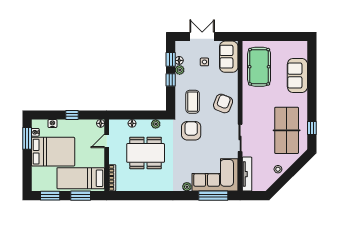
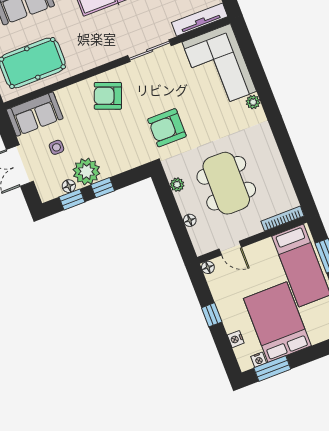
plant: (180, 70) -> (86, 172), width x1.87, depth x1.87
coffee table: (193, 102) -> (123, 142), removed
window: (213, 196) -> (251, 57), removed

